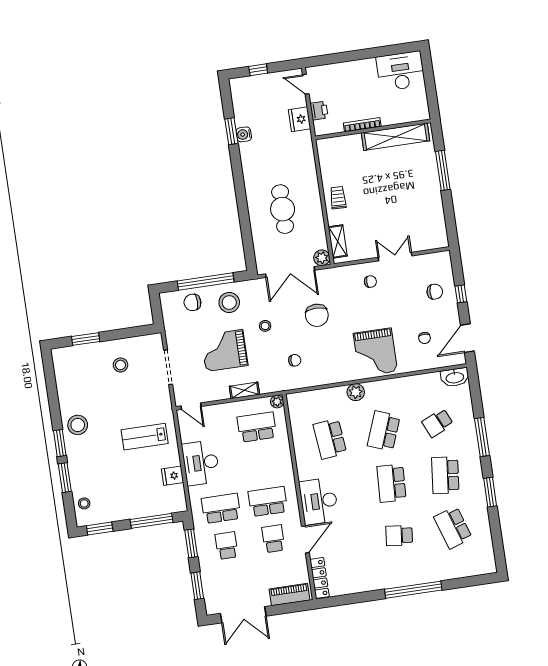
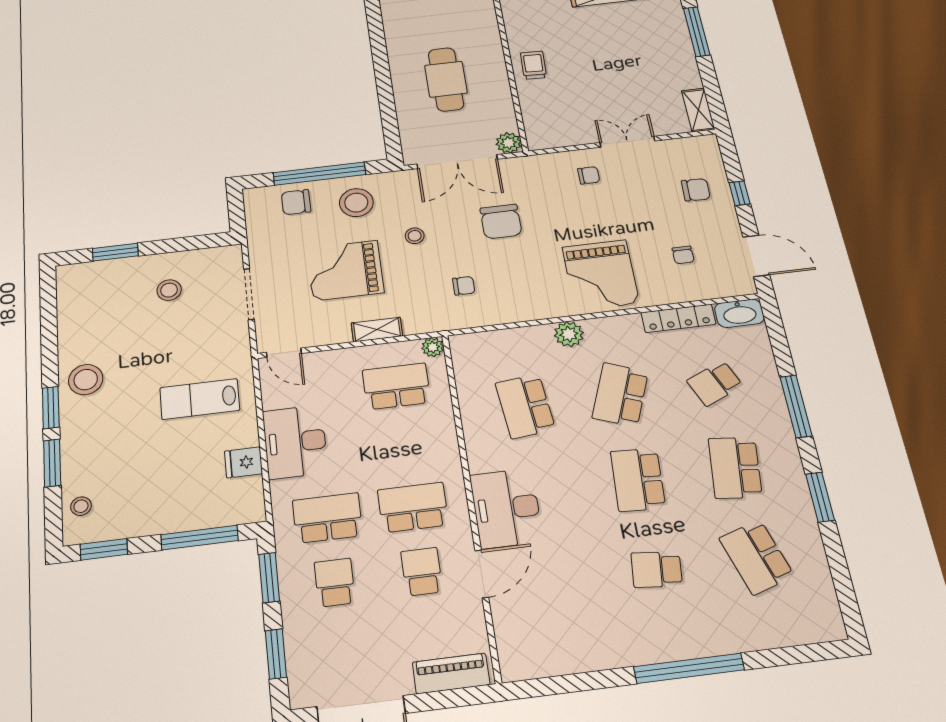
shelving: (338, 241) -> (698, 110), moved
door: (467, 338) -> (756, 256), swing flipped
locker: (320, 578) -> (678, 318), moved, turned 90

